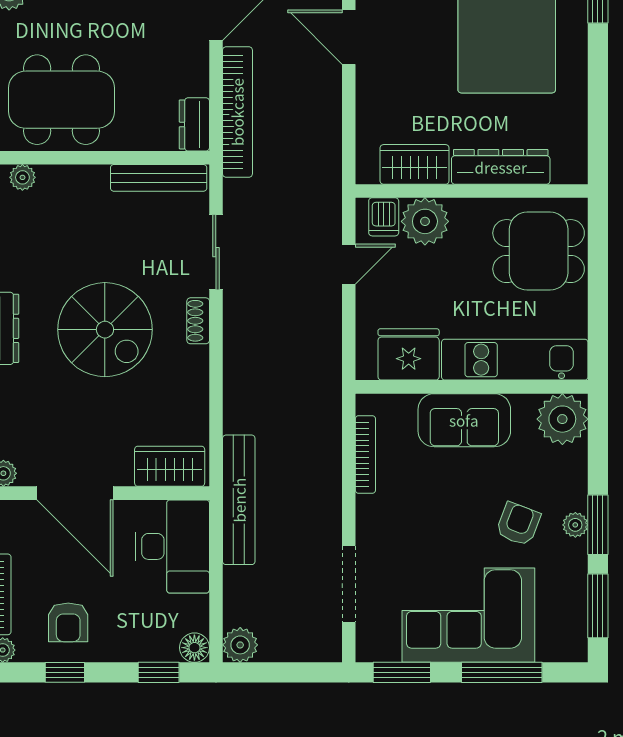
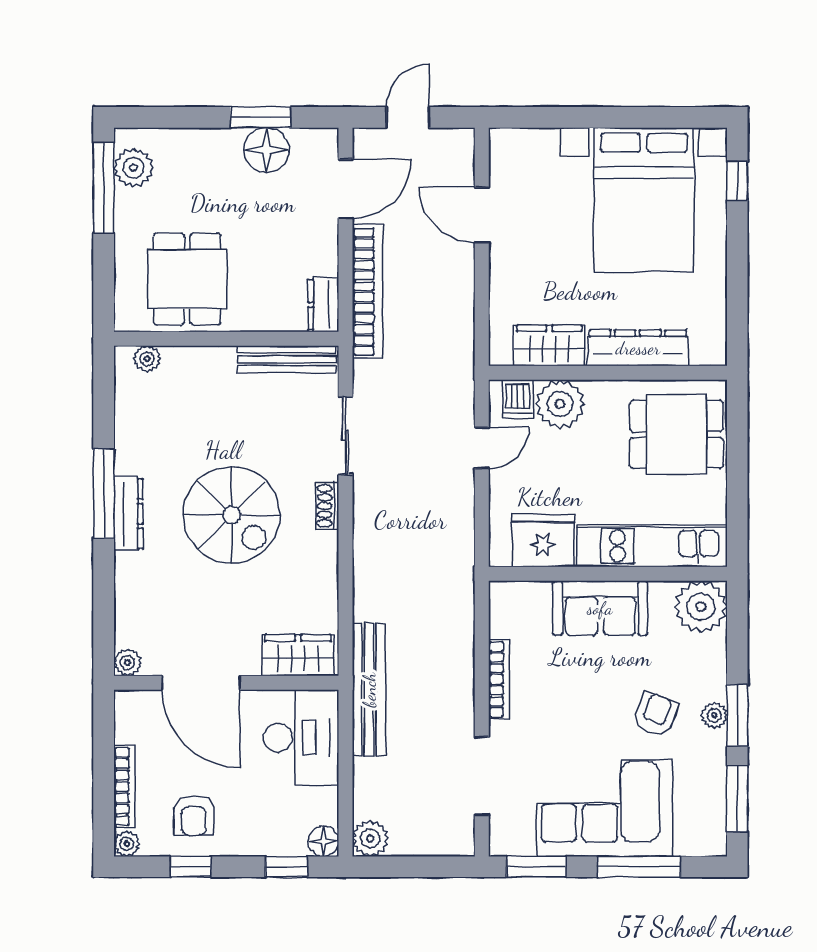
dining table: (61, 100) -> (187, 279), width x0.73
bookcase: (365, 454) -> (499, 679), moved

